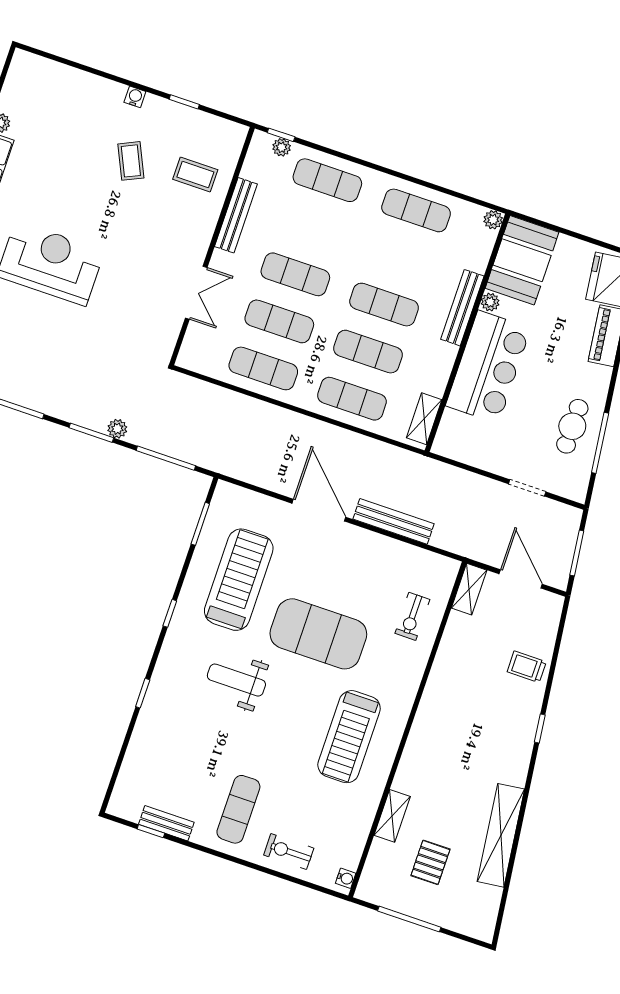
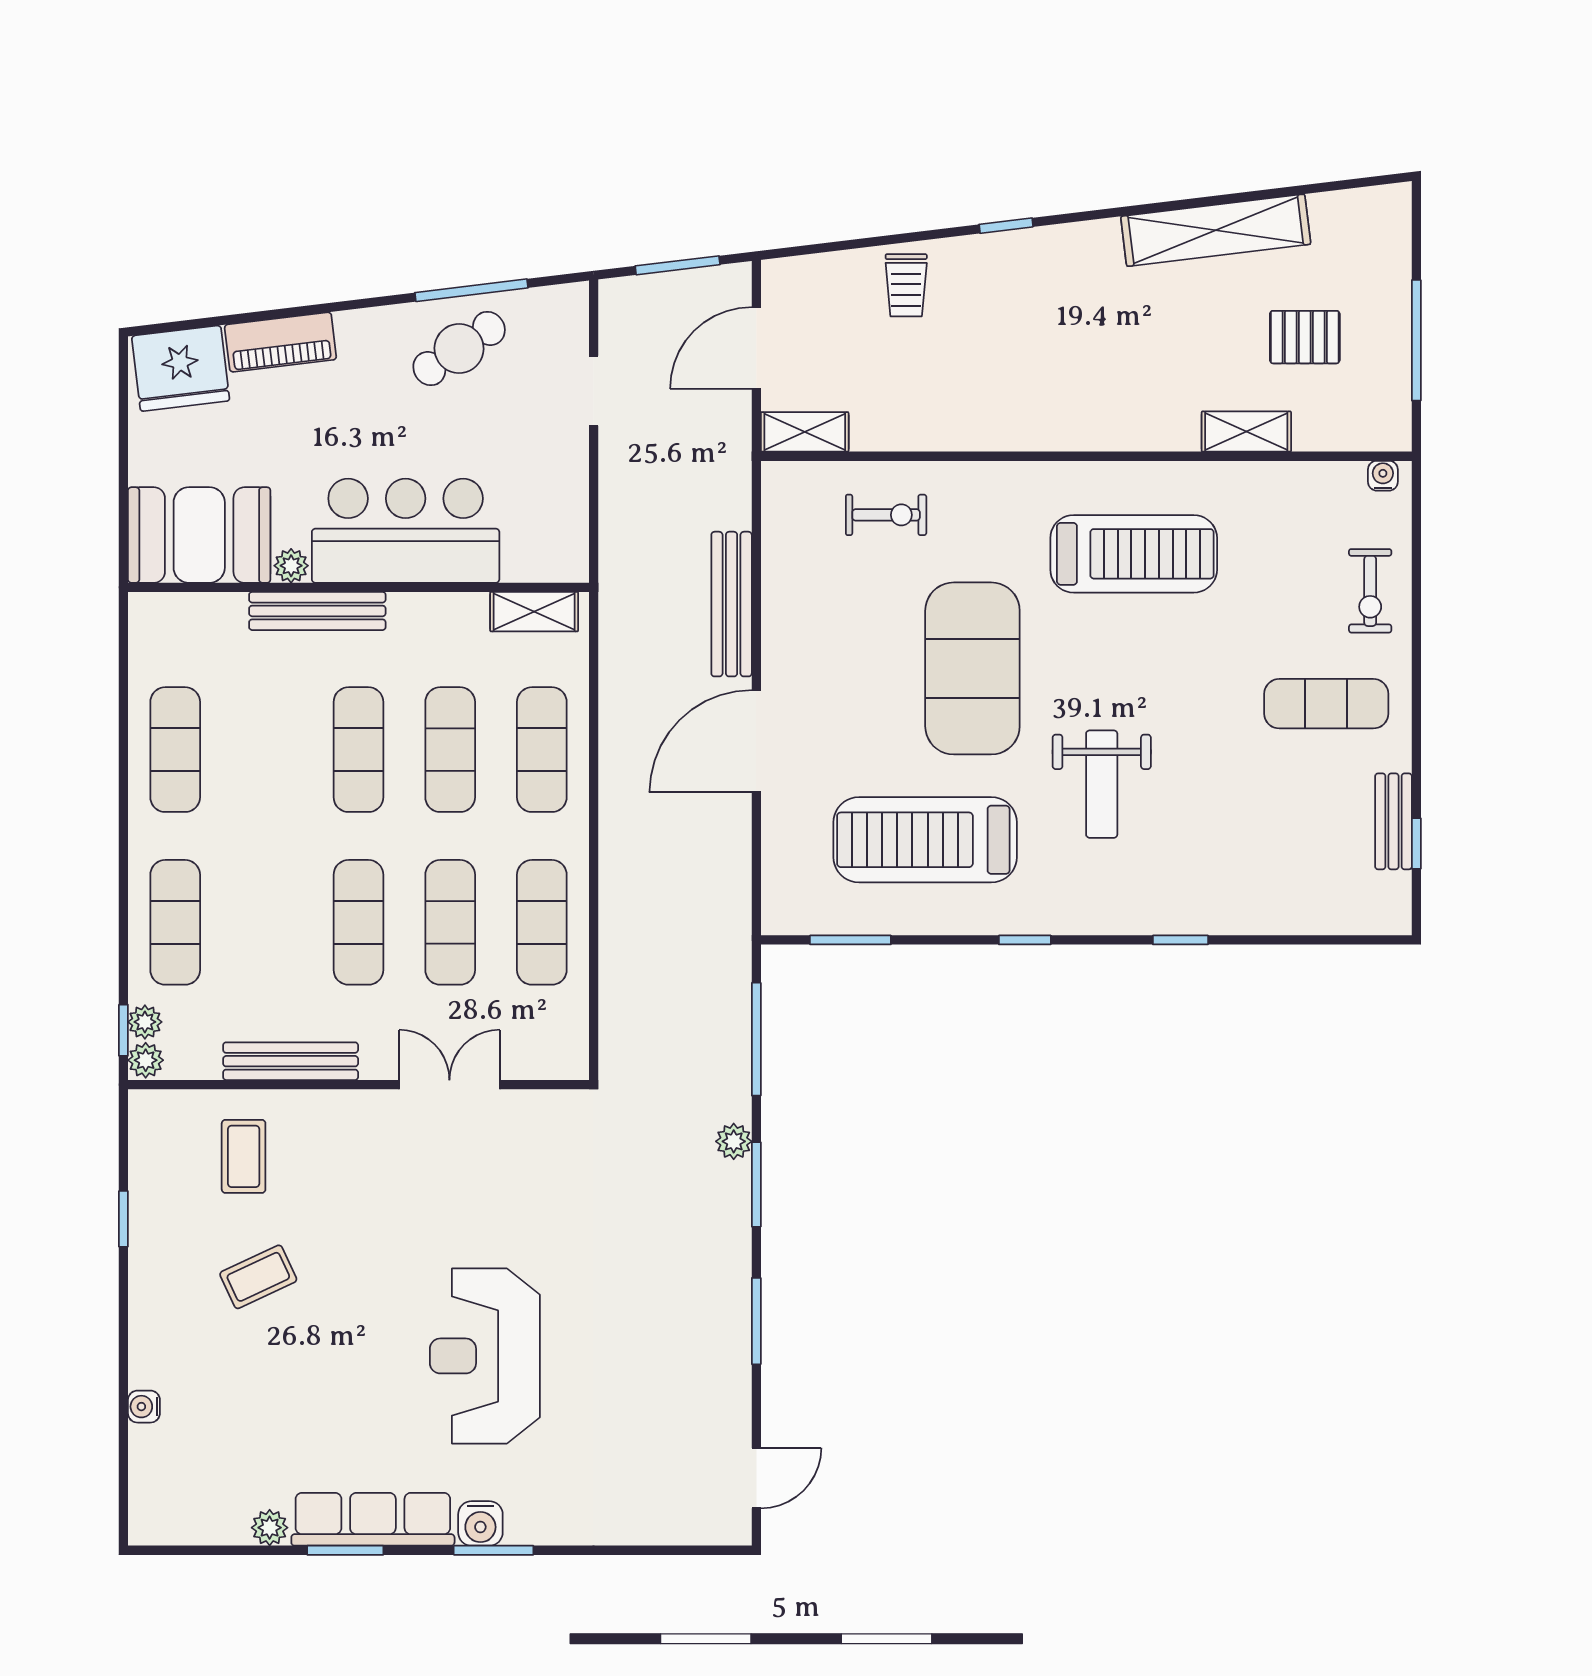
water cooler: (135, 97) -> (144, 1407), moved
plant: (493, 220) -> (146, 1060), moved
cafe table: (572, 426) -> (459, 348), turned -34

